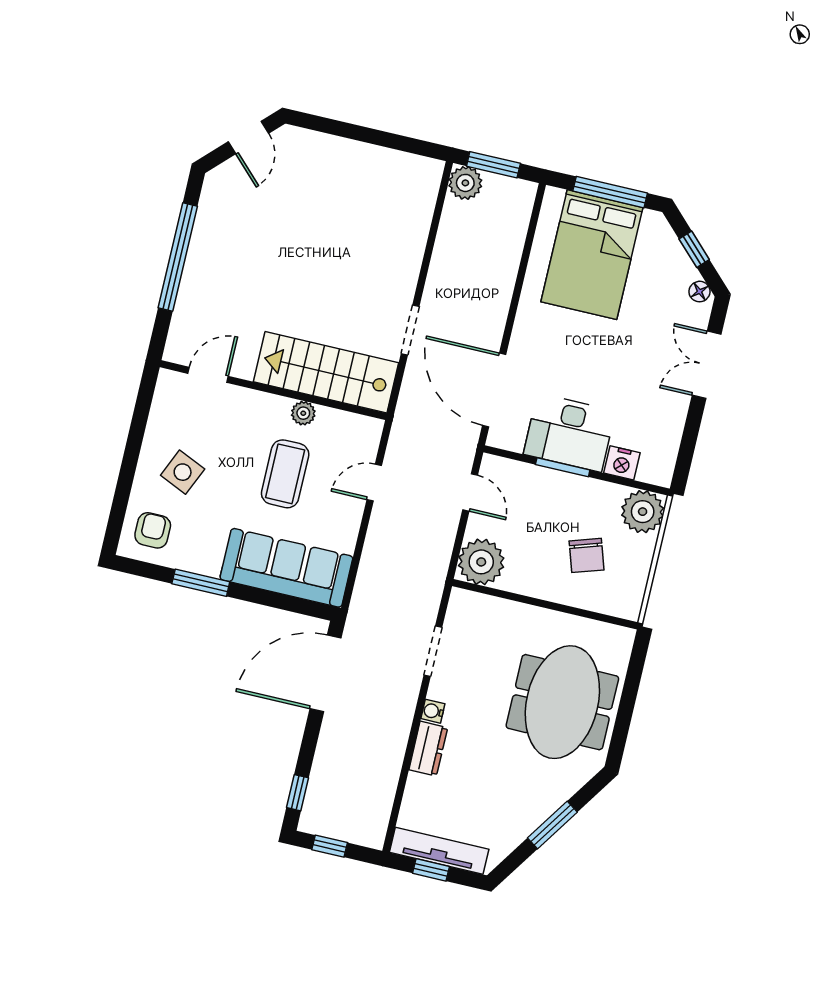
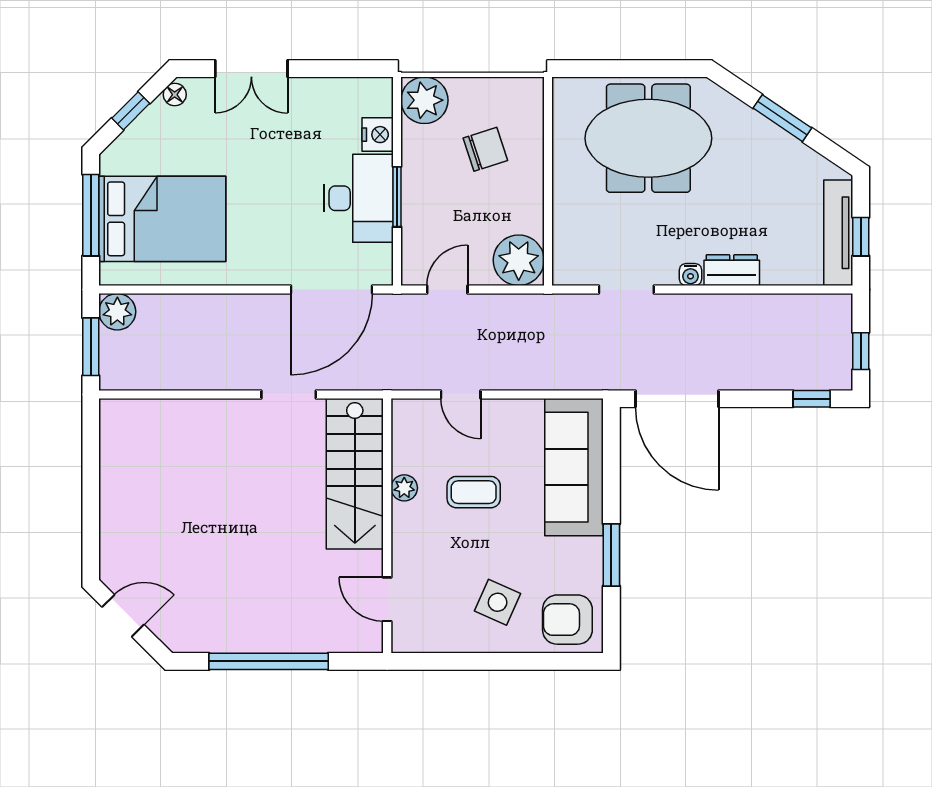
plant: (465, 183) -> (117, 312), moved
coffee table: (285, 474) -> (474, 492), width x0.73, depth x0.77
armchair: (153, 530) -> (567, 620), width x1.38, depth x1.38

